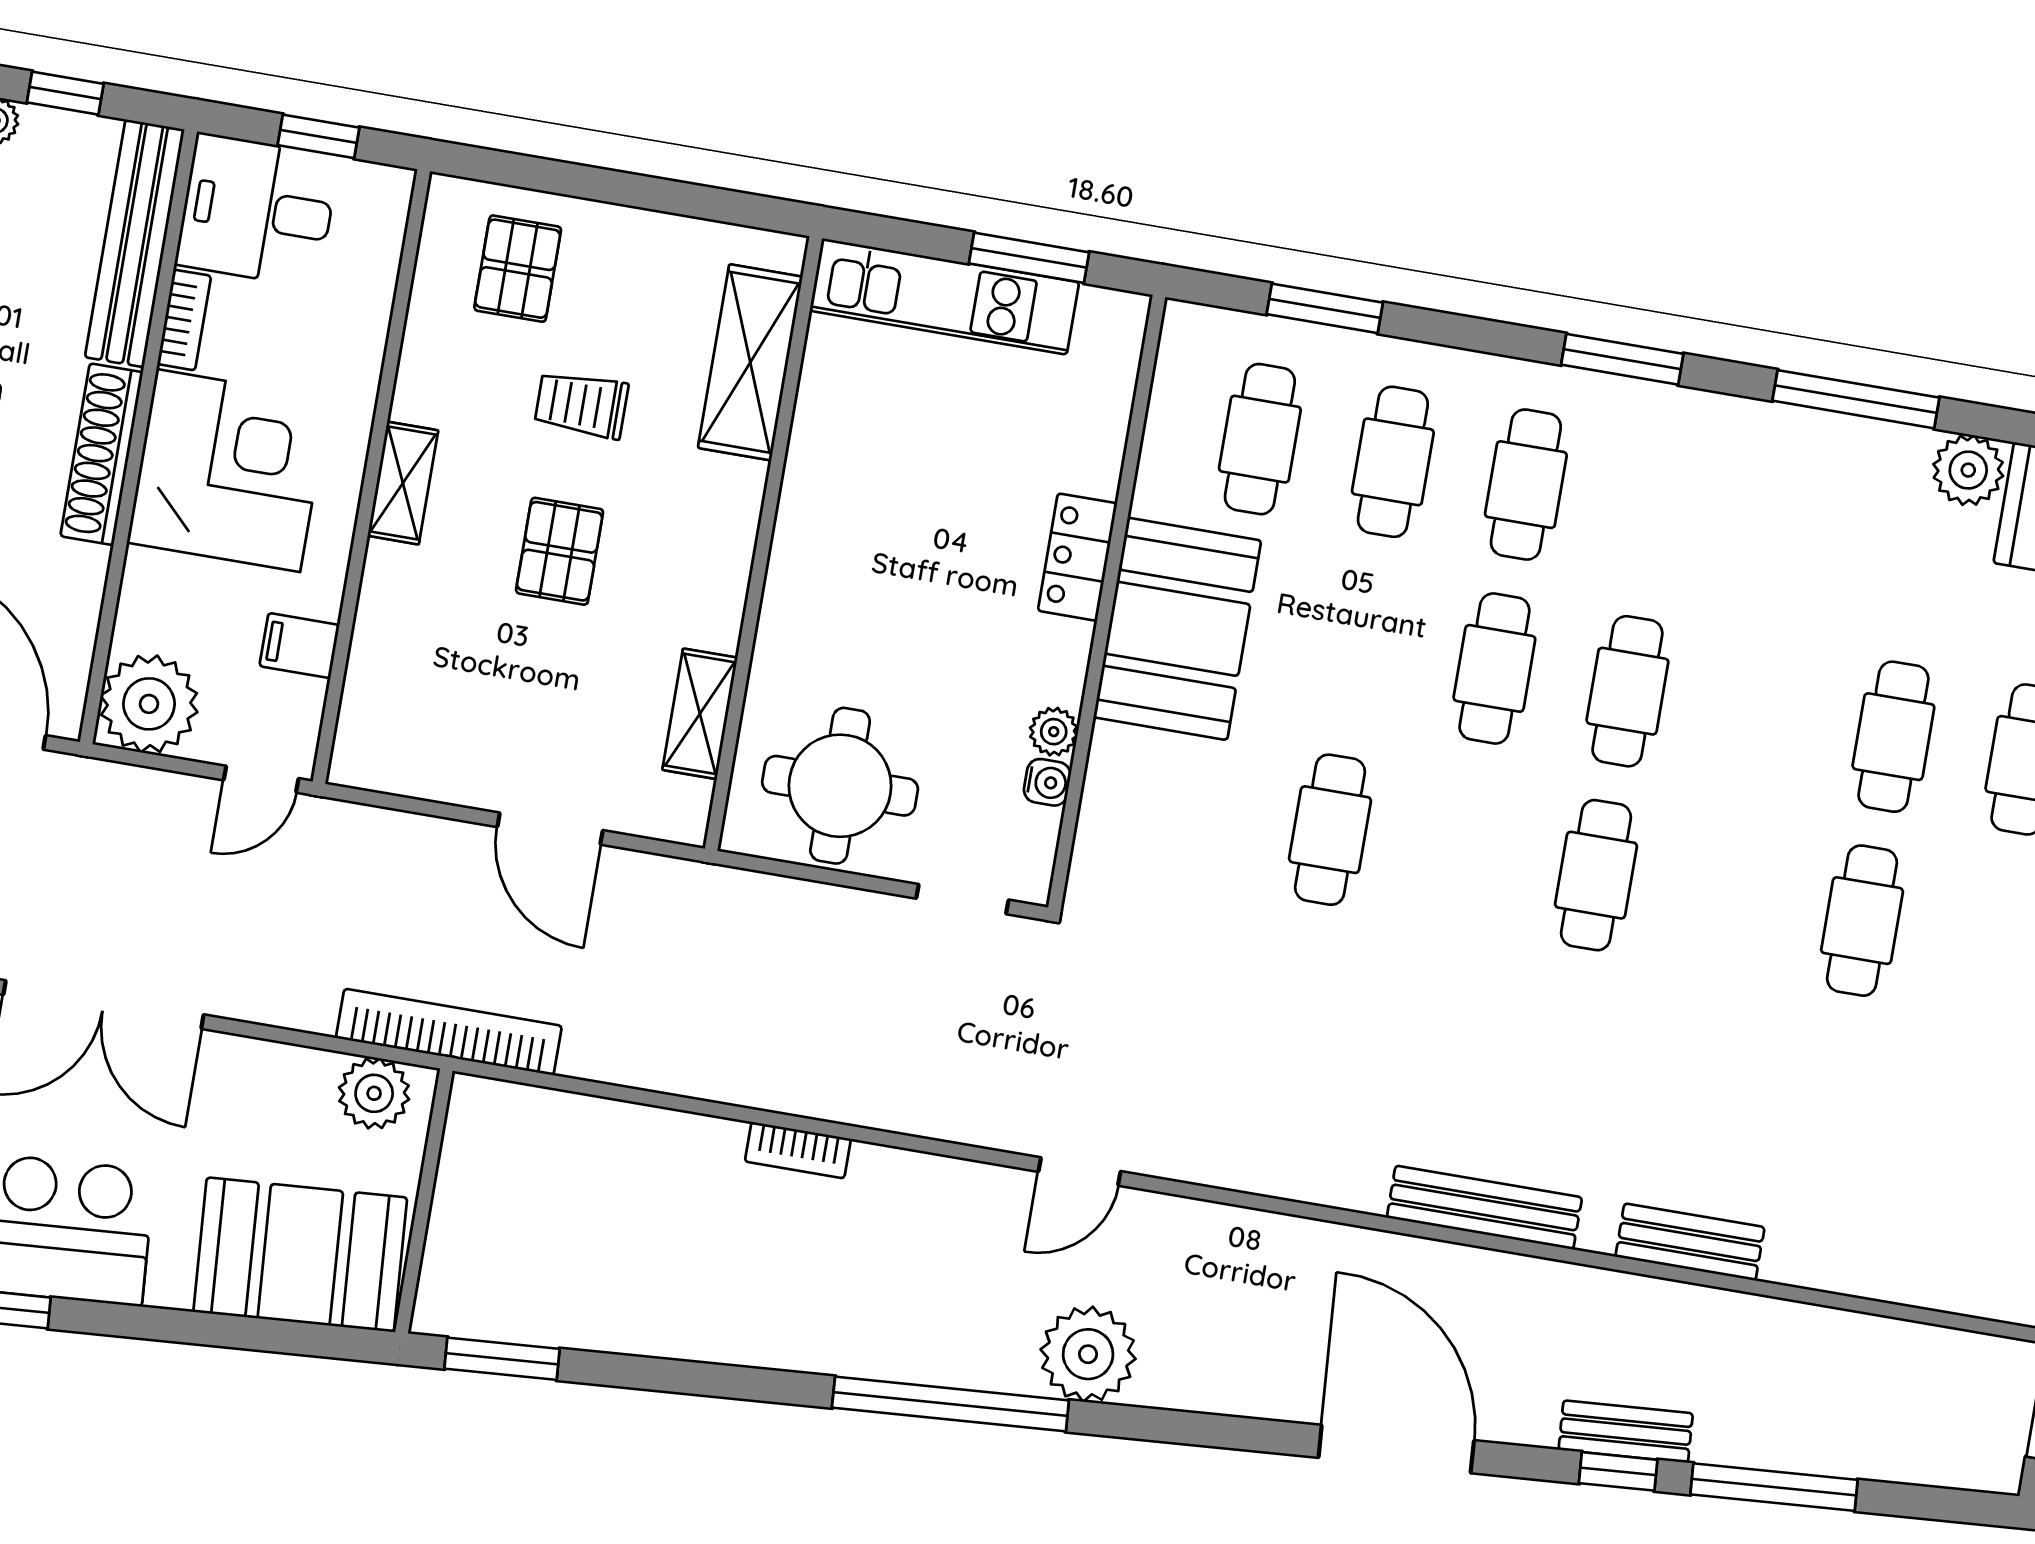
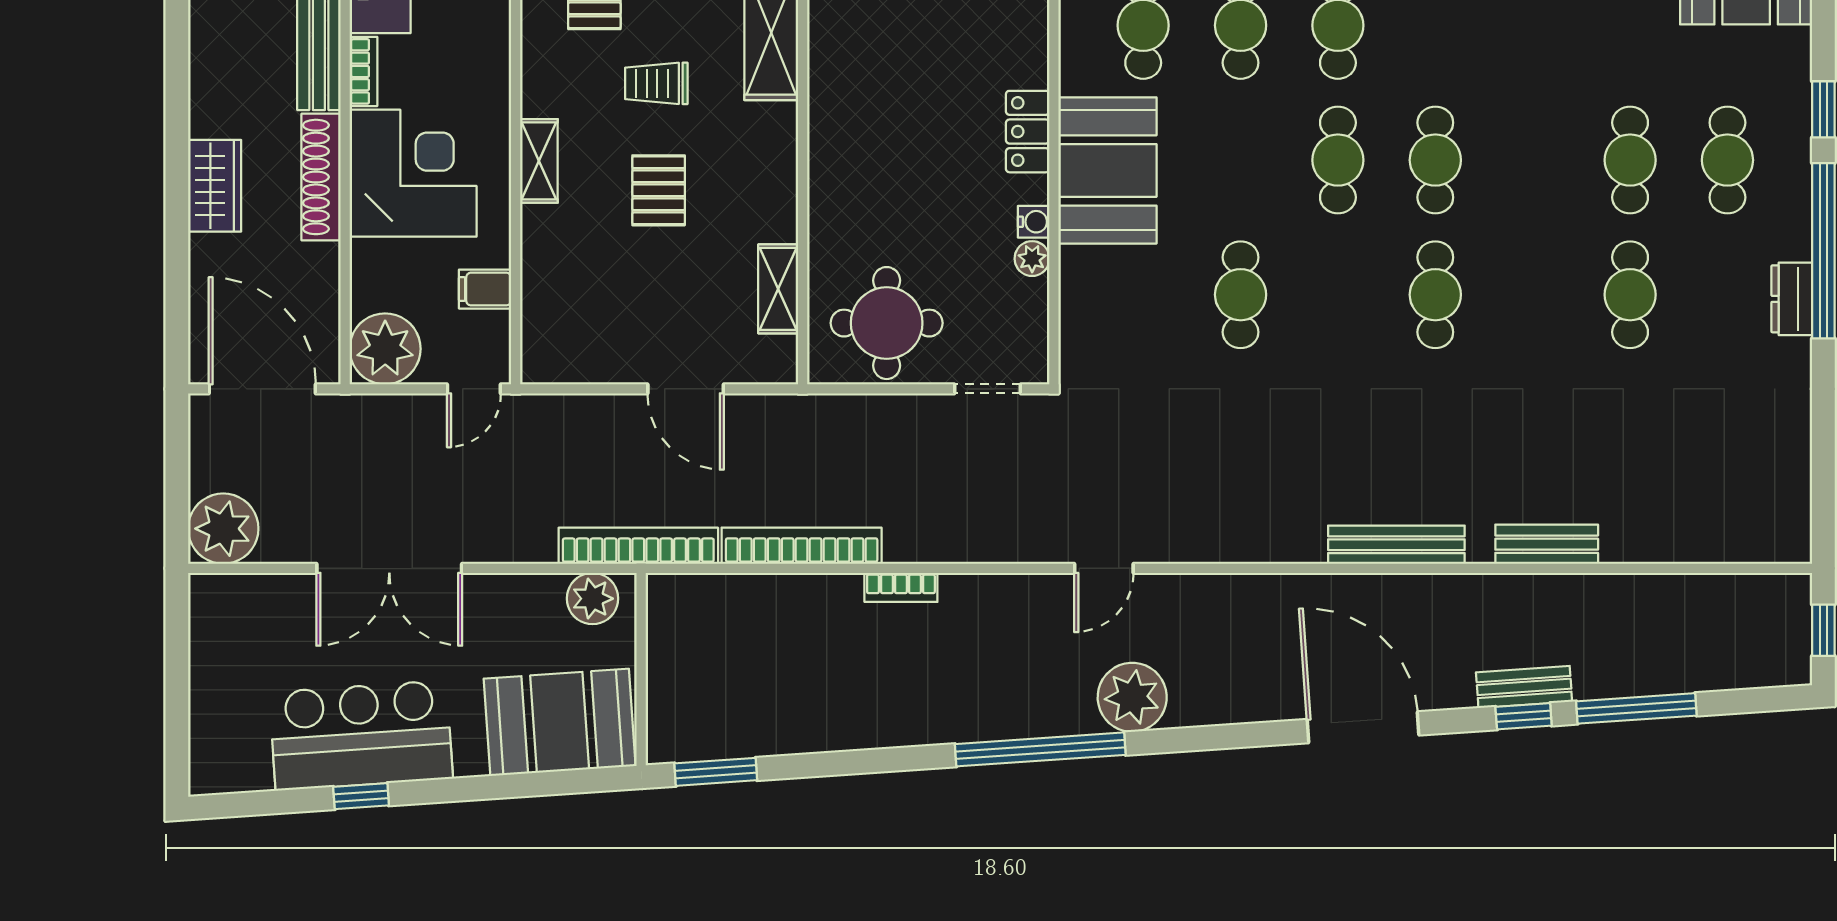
water cooler: (1047, 782) -> (1034, 222), moved
bookcase: (672, 1070) -> (802, 546), added

